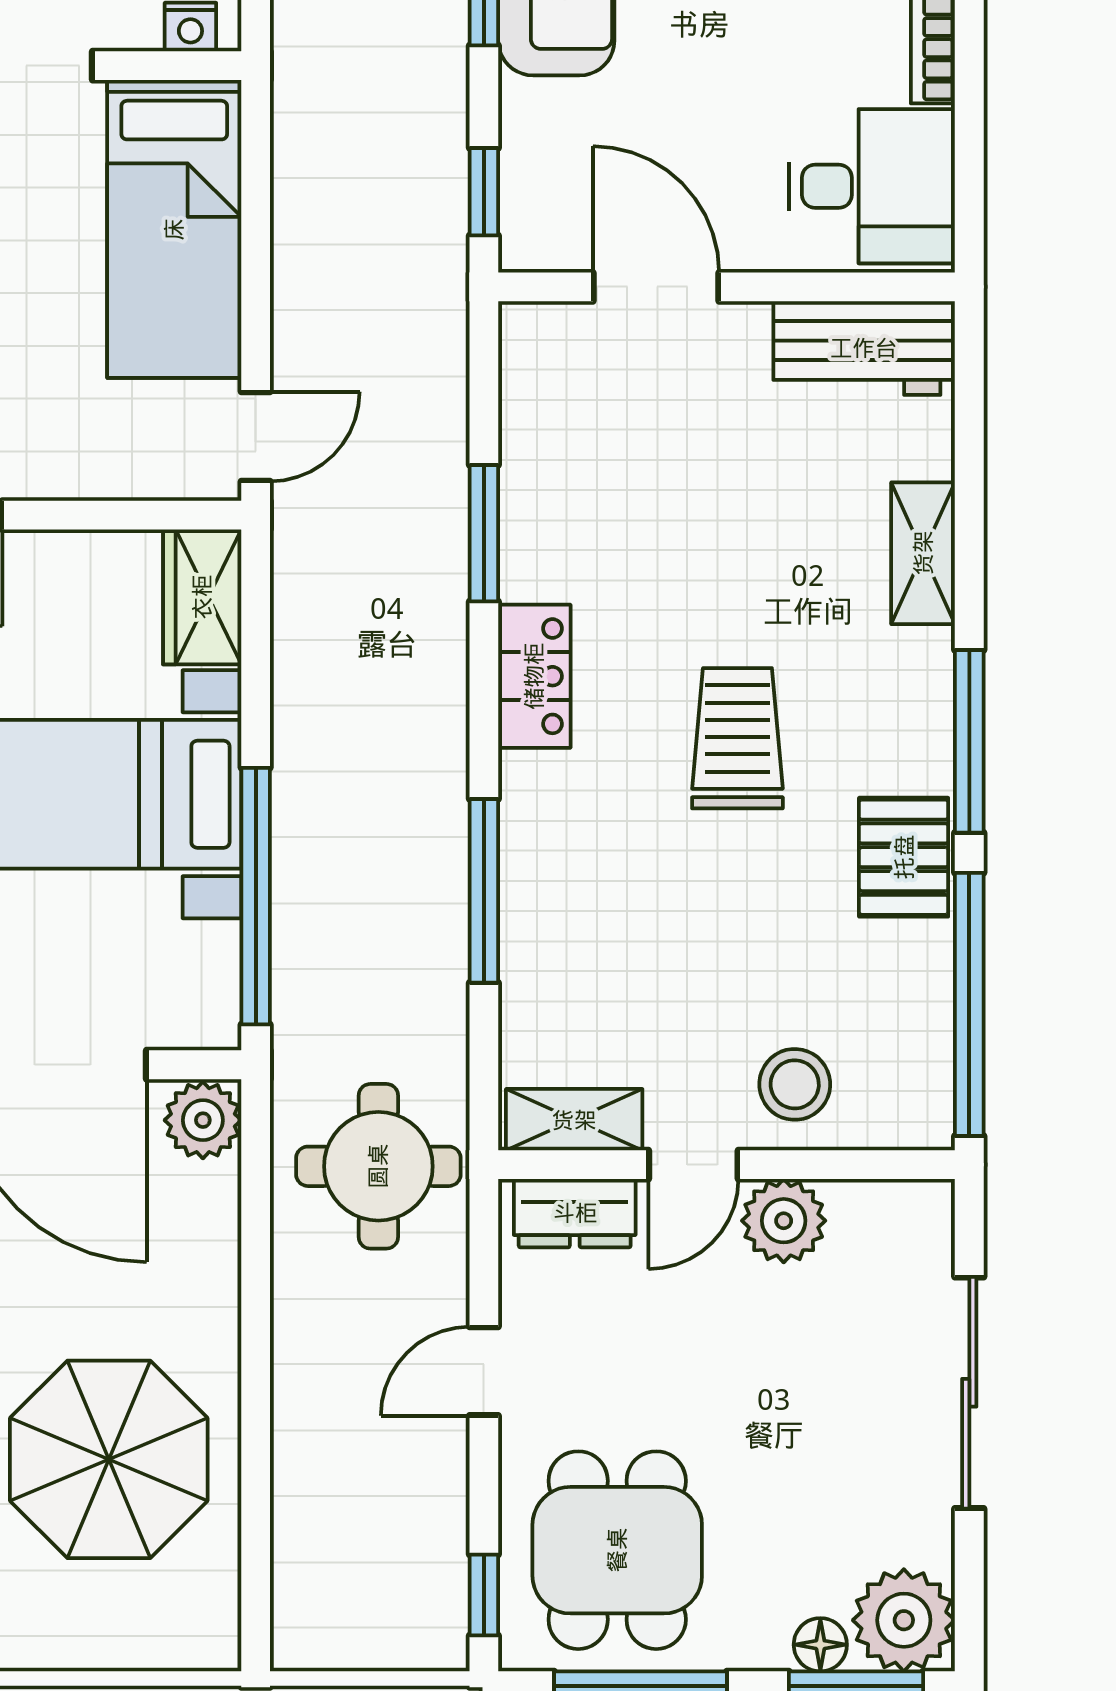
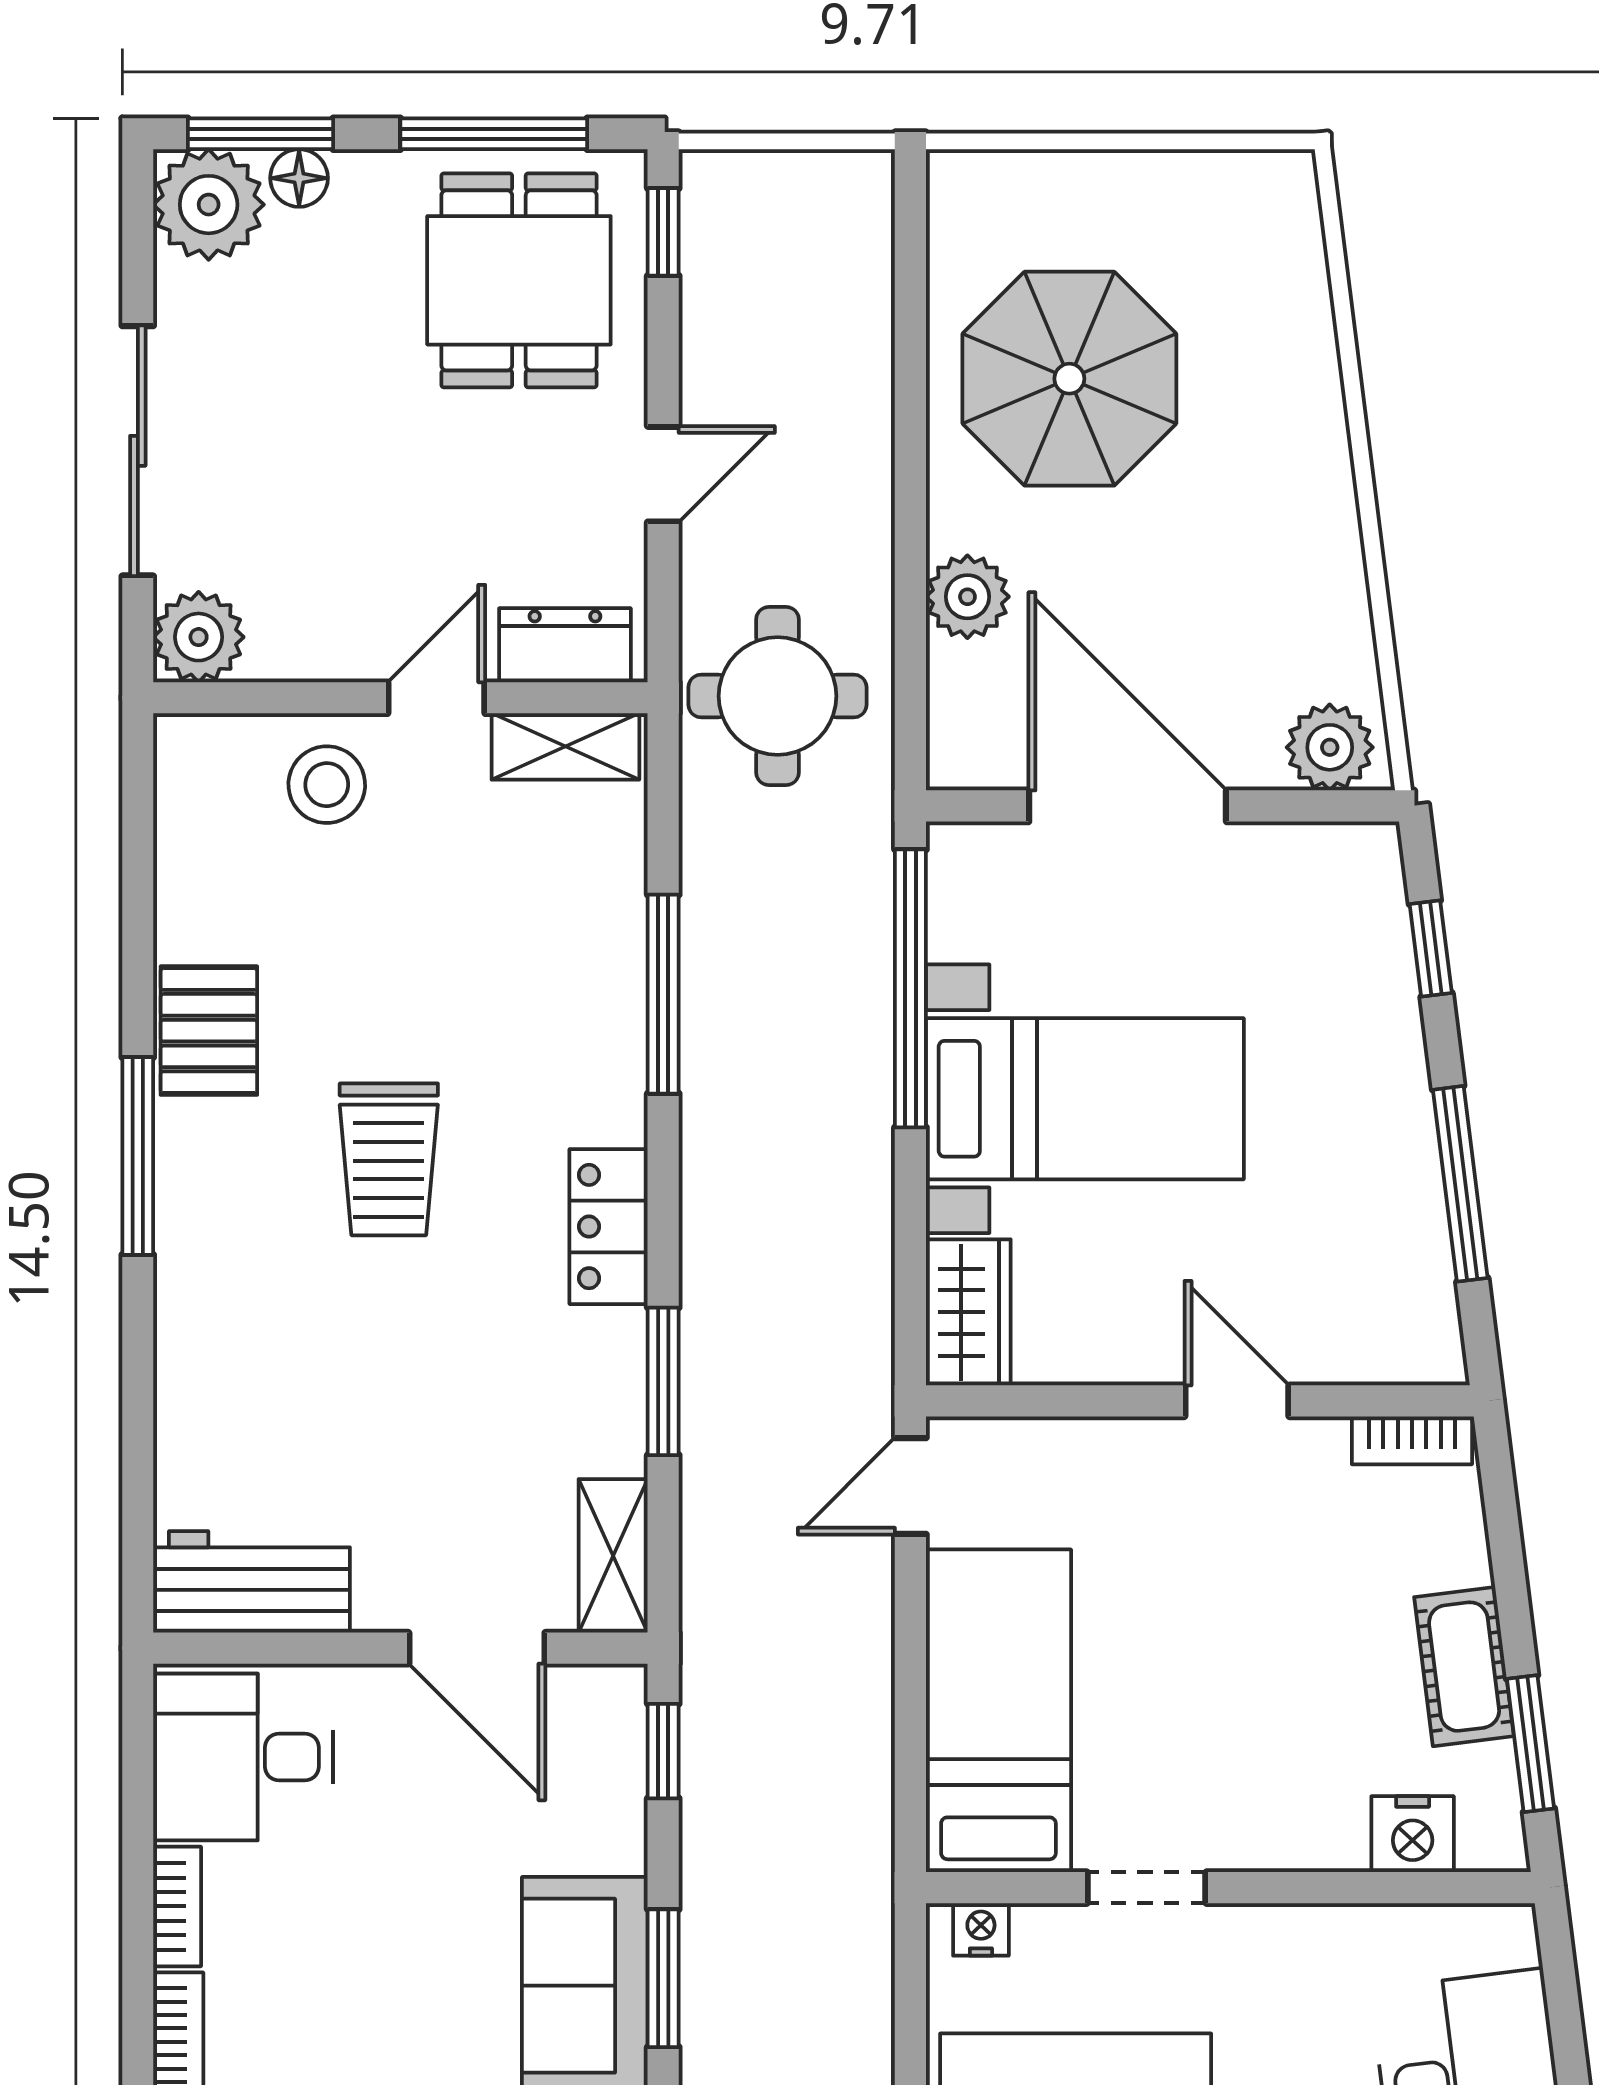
shelving: (923, 553) -> (613, 1556), moved
window: (969, 1004) -> (138, 871), removed
plant: (203, 1120) -> (967, 597), moved
plant: (784, 1221) -> (199, 637), moved

